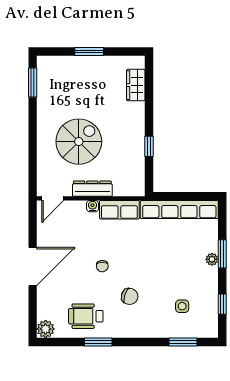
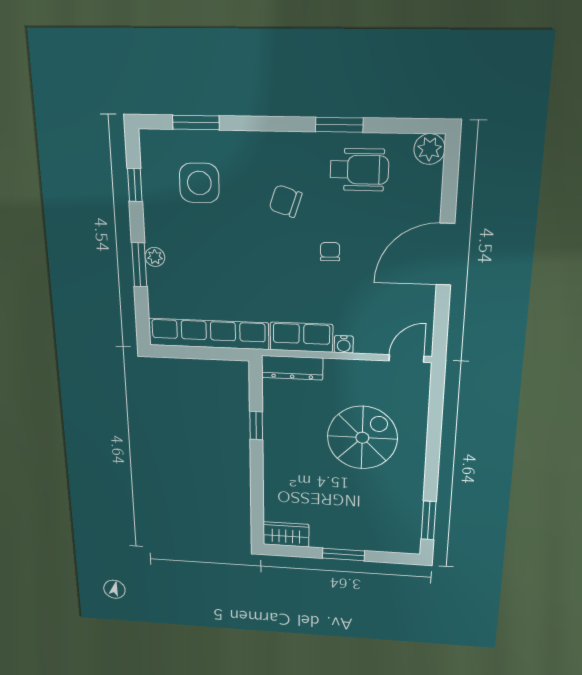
wardrobe: (136, 85) -> (286, 534), moved, turned -90
spiral stairs: (79, 142) -> (362, 438), turned 180
dresser: (92, 189) -> (292, 368), moved
side table: (182, 306) -> (199, 183), width x1.87, depth x1.87

